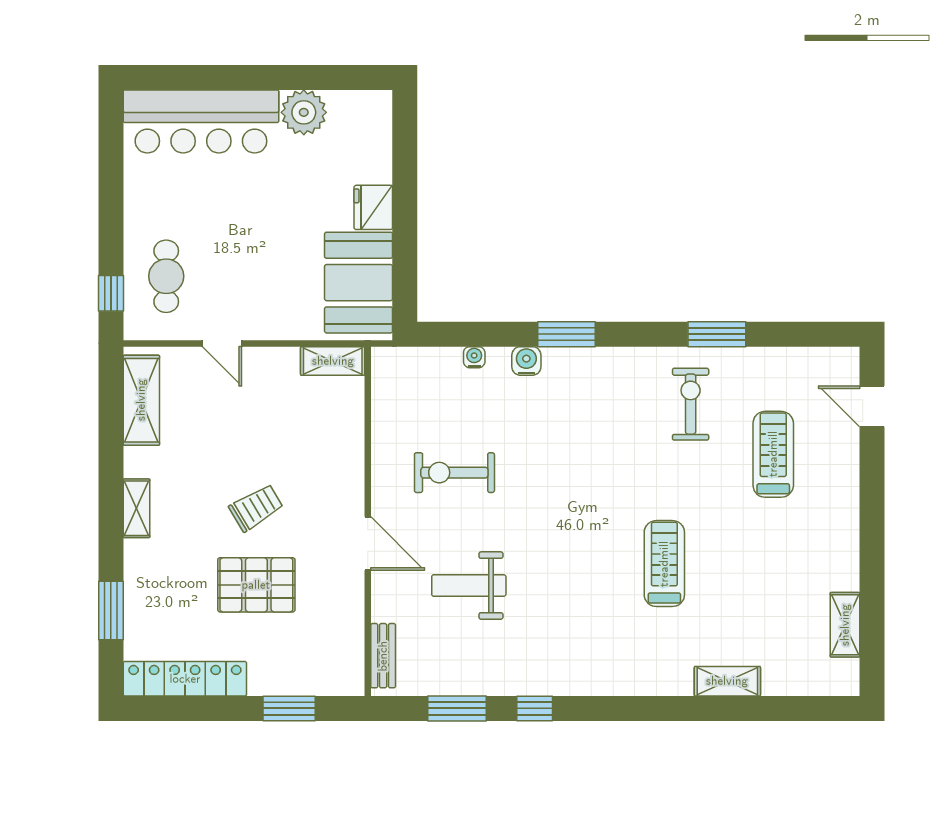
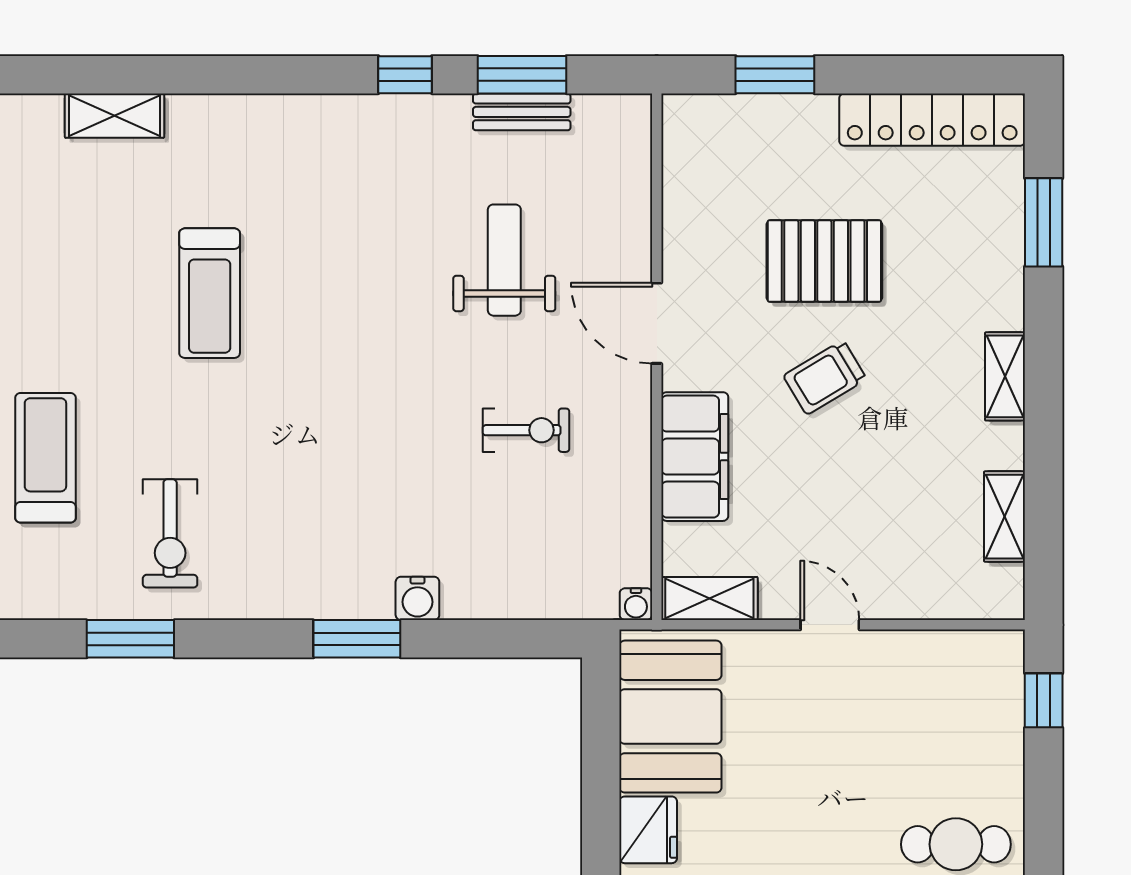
cafe table: (166, 276) -> (956, 844), moved, turned 90
door: (222, 343) -> (830, 625), moved
water cooler: (474, 357) -> (636, 604), moved
shelving: (141, 400) -> (1005, 517), width x0.67, depth x0.75
treadmill: (773, 454) -> (45, 458), turned 180
filing cabinet: (342, 455) -> (695, 457), added
exercise bike: (454, 473) -> (526, 430), width x0.73, depth x0.72
weight bench: (469, 586) -> (504, 260), turned -90
bench: (383, 656) -> (522, 112), moved, turned 90

